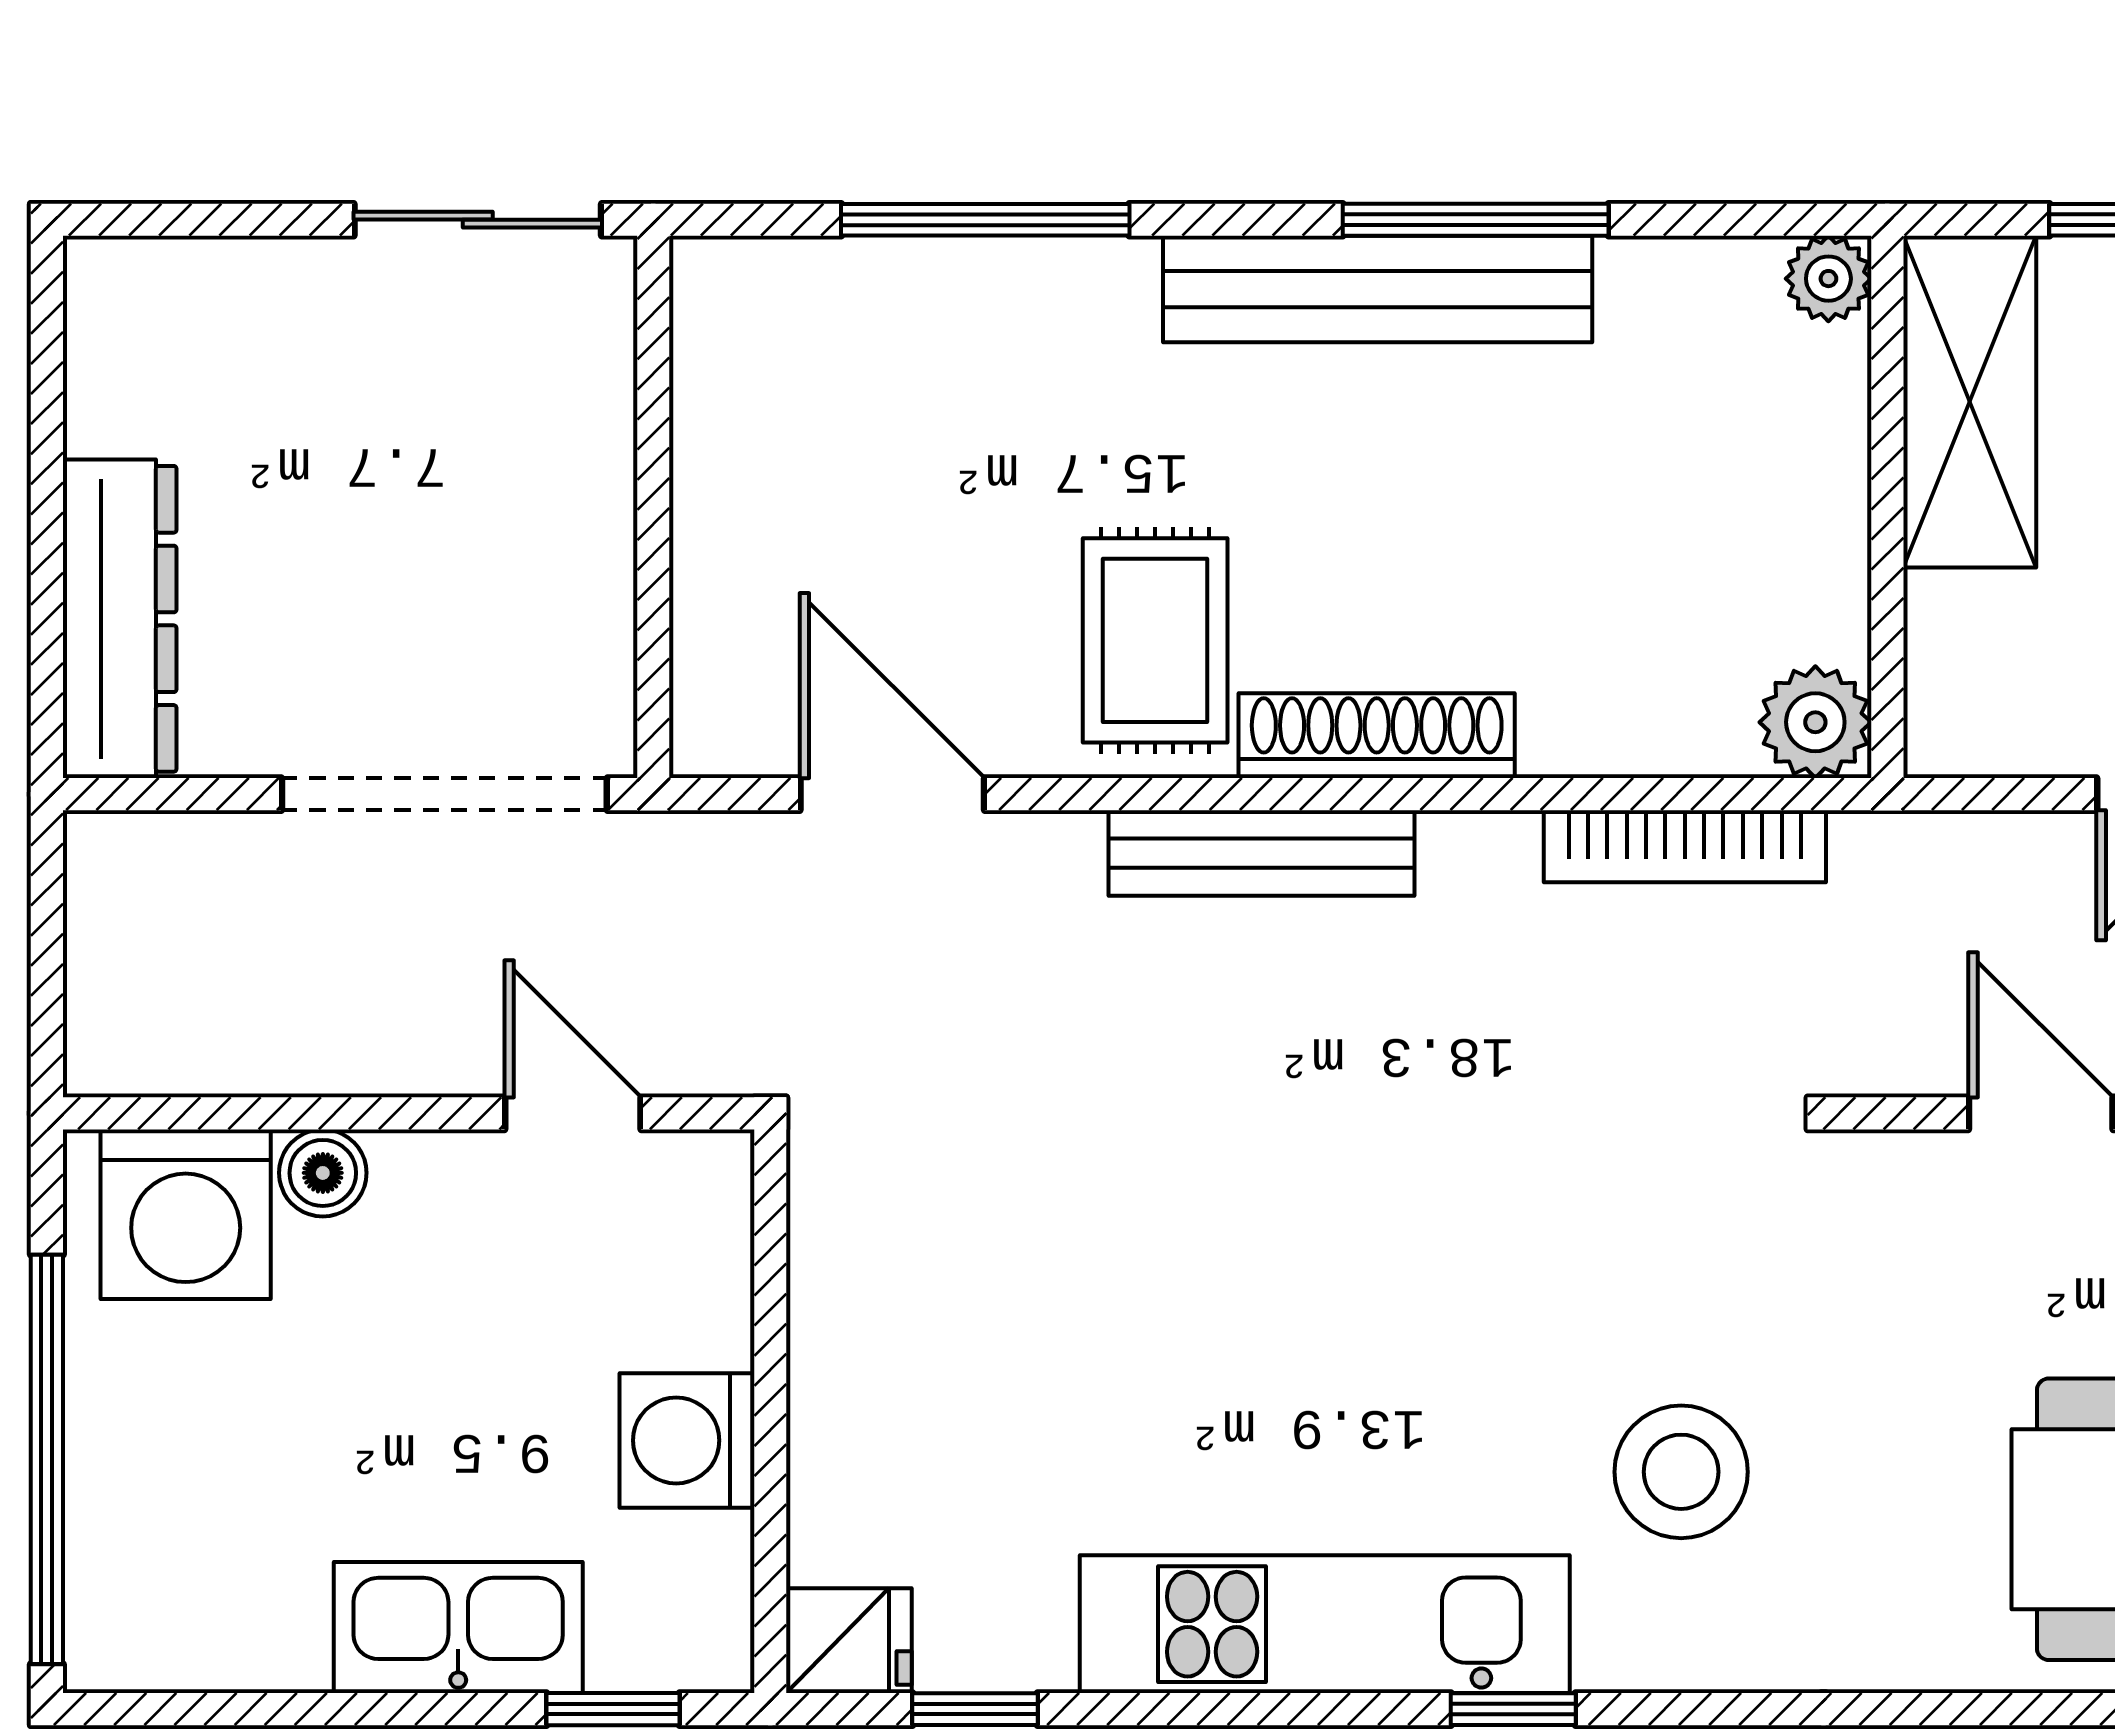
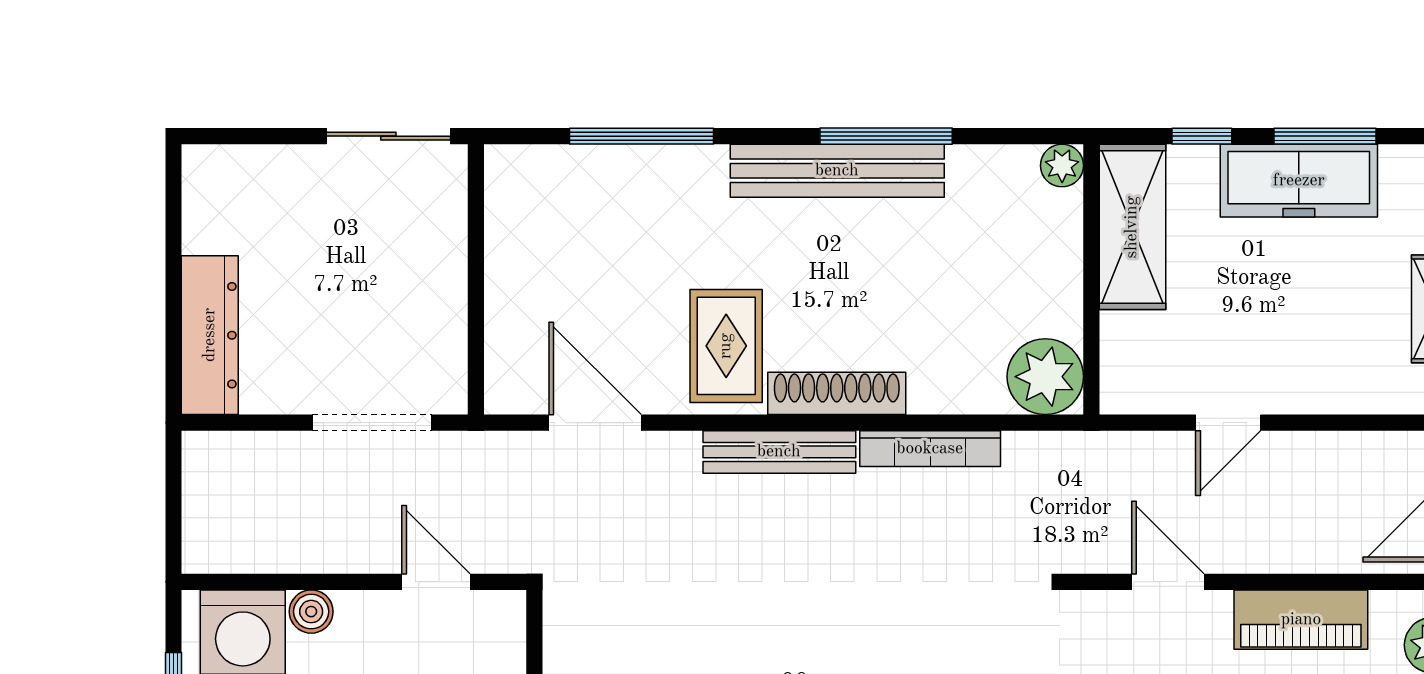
plant: (1815, 722) -> (1045, 377), width x1.36, depth x1.36
doorway: (444, 794) -> (372, 423), width x0.73
bookcase: (1685, 846) -> (930, 449), moved

